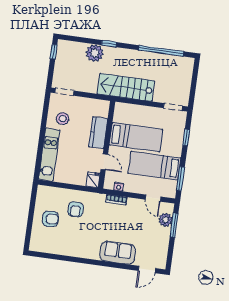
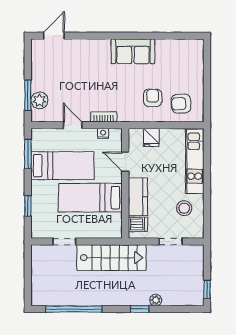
plant: (95, 53) -> (156, 300), width x0.53, depth x0.53
doorway: (64, 92) -> (171, 241), moved
doorway: (173, 107) -> (64, 241), moved
dishwasher: (101, 111) -> (138, 224), added
fridge: (93, 180) -> (151, 138), moved
door: (153, 198) -> (73, 125), moved
armchair: (50, 219) -> (181, 104), moved
sofa: (118, 253) -> (133, 51), moved

